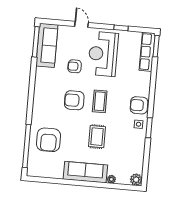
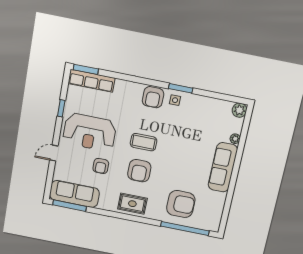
rug: (97, 137) -> (132, 204), moved

